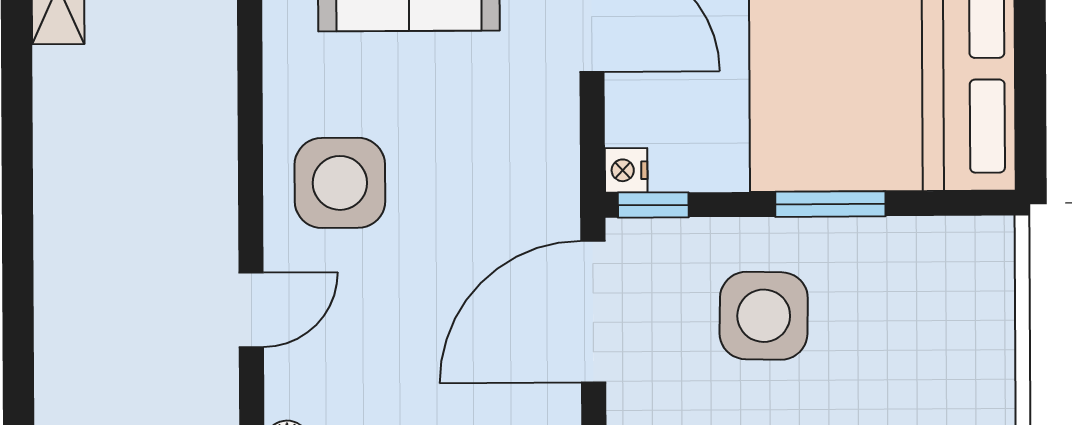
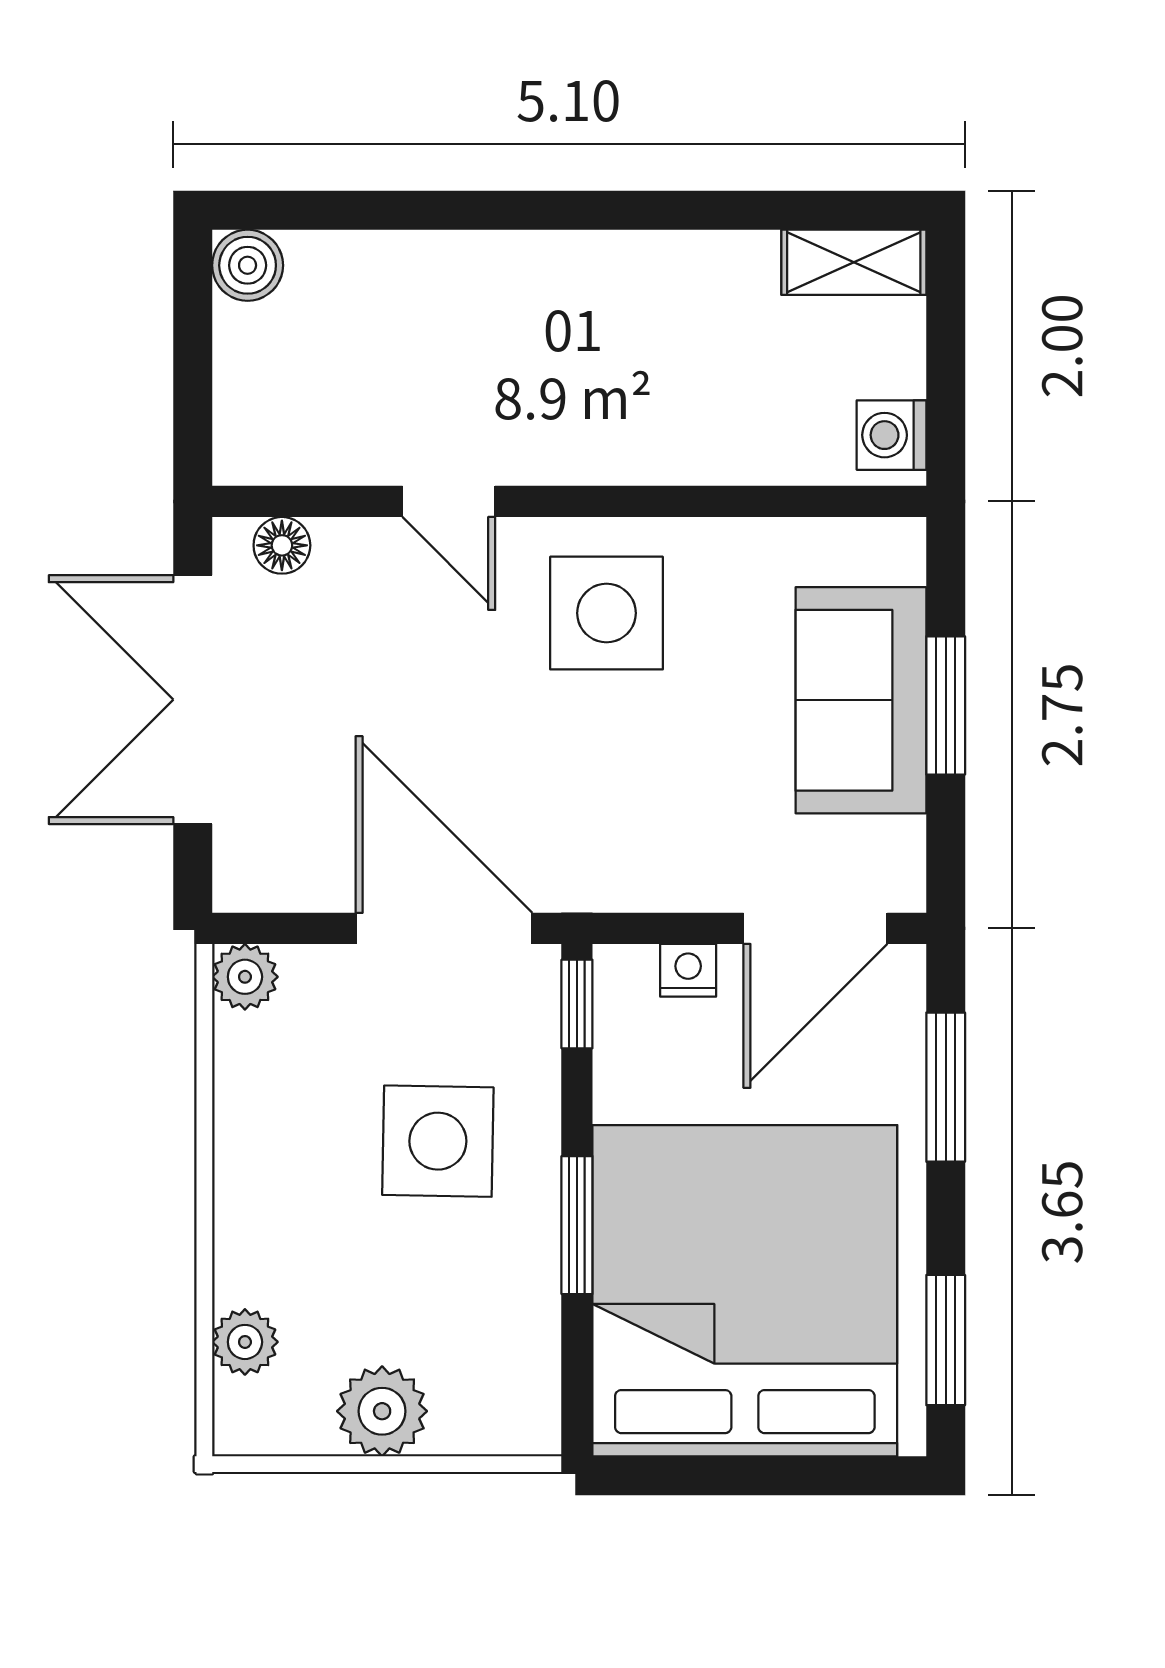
nightstand: (626, 170) -> (688, 970), moved
plant: (980, 359) -> (382, 1411), added

